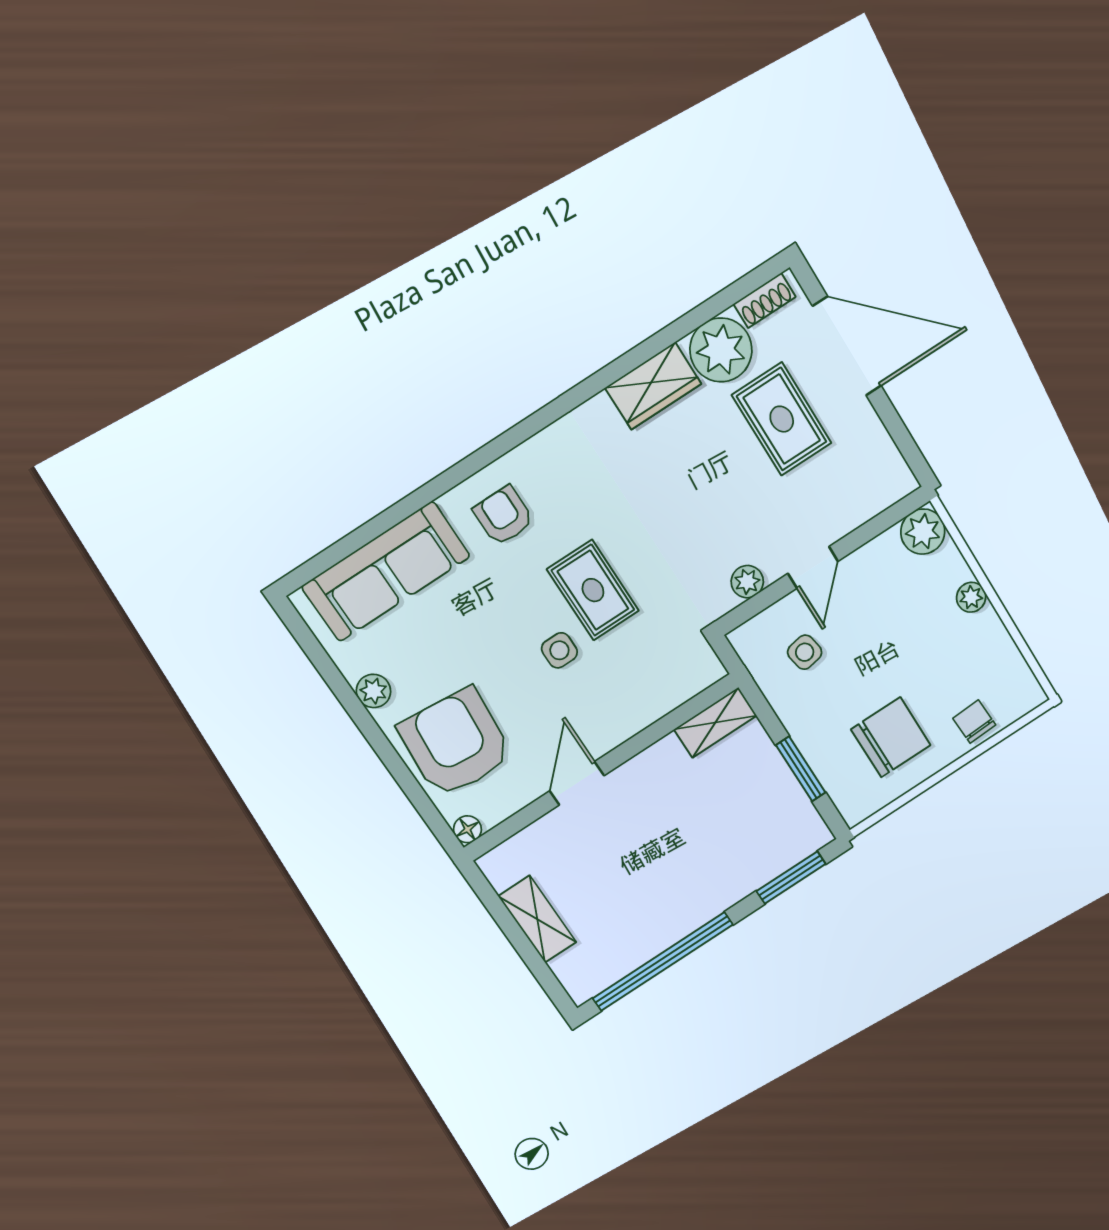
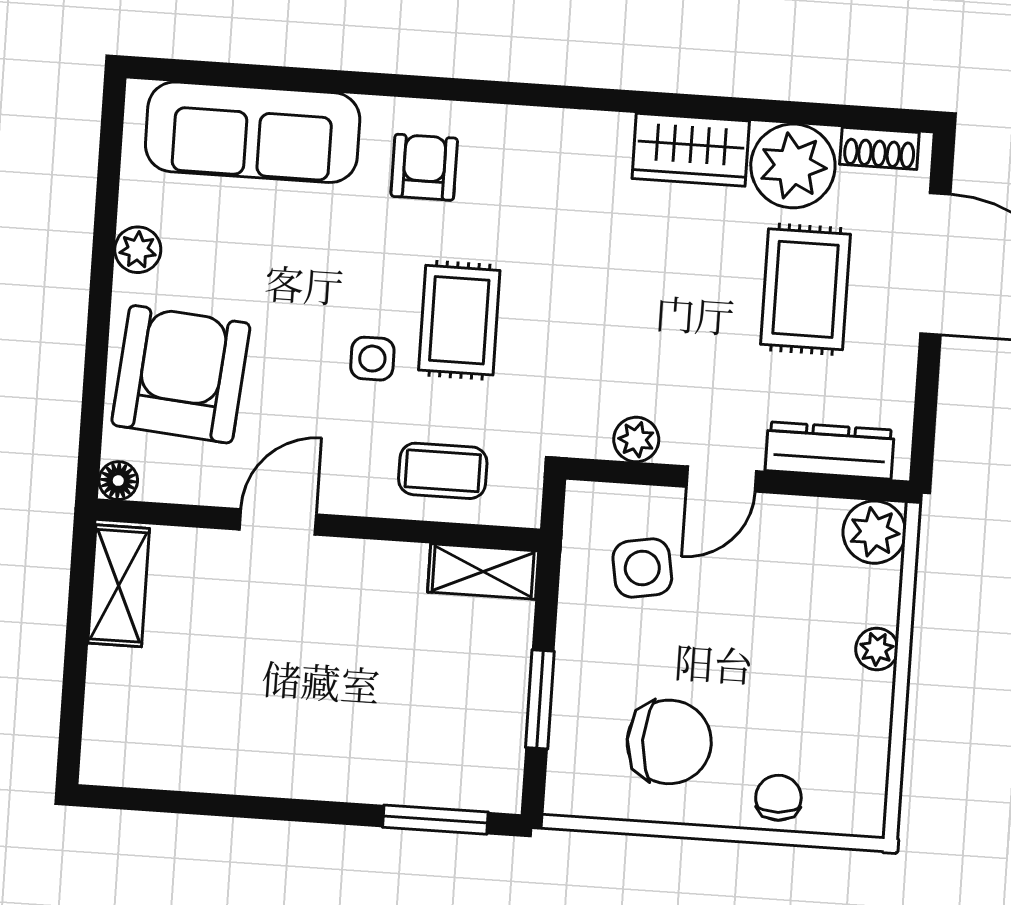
dresser: (864, 504) -> (830, 450), added
side table: (805, 652) -> (642, 568), width x1.37, depth x1.37
coffee table: (649, 684) -> (443, 471), added
shelving: (537, 919) -> (119, 586), moved
window: (663, 961) -> (216, 805), removed

